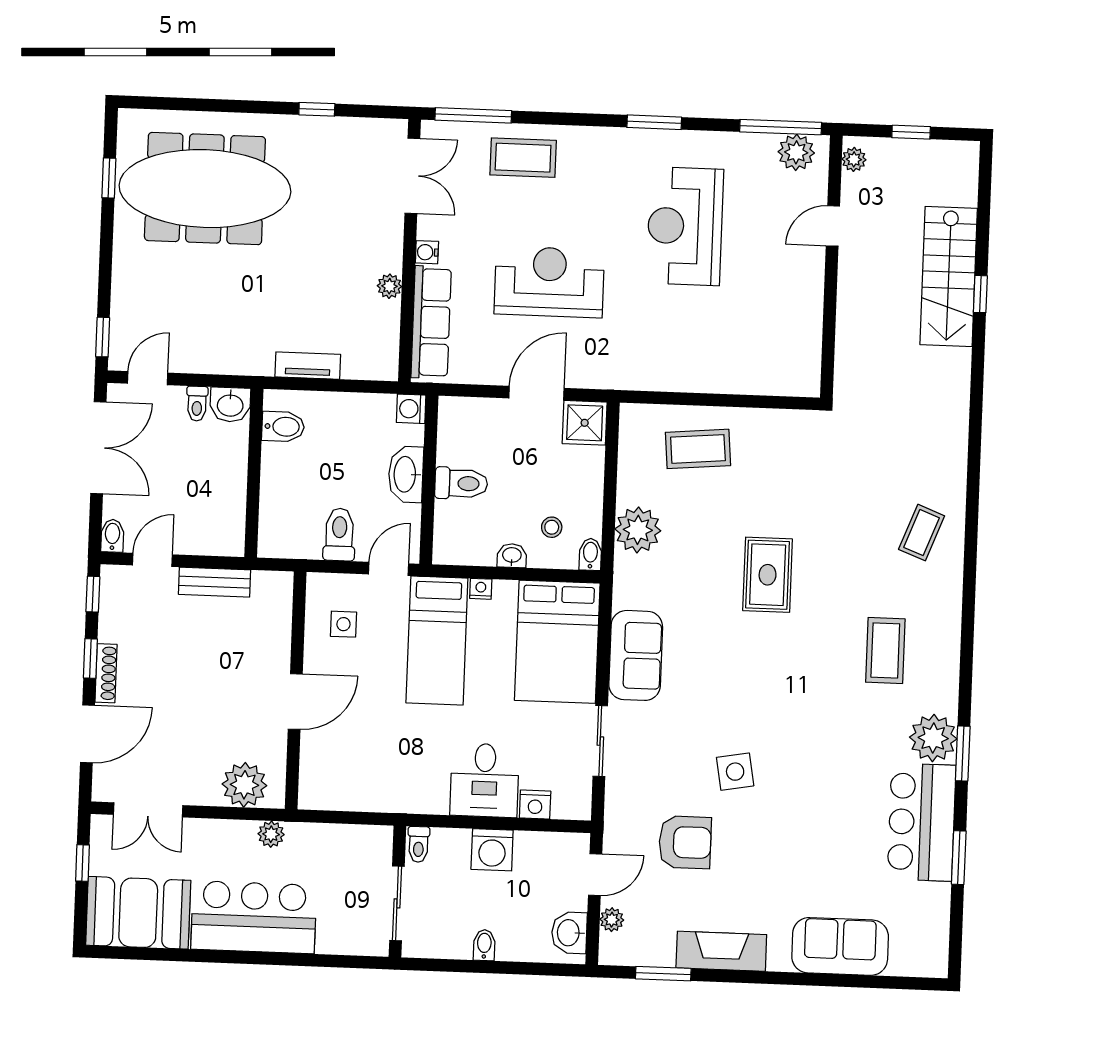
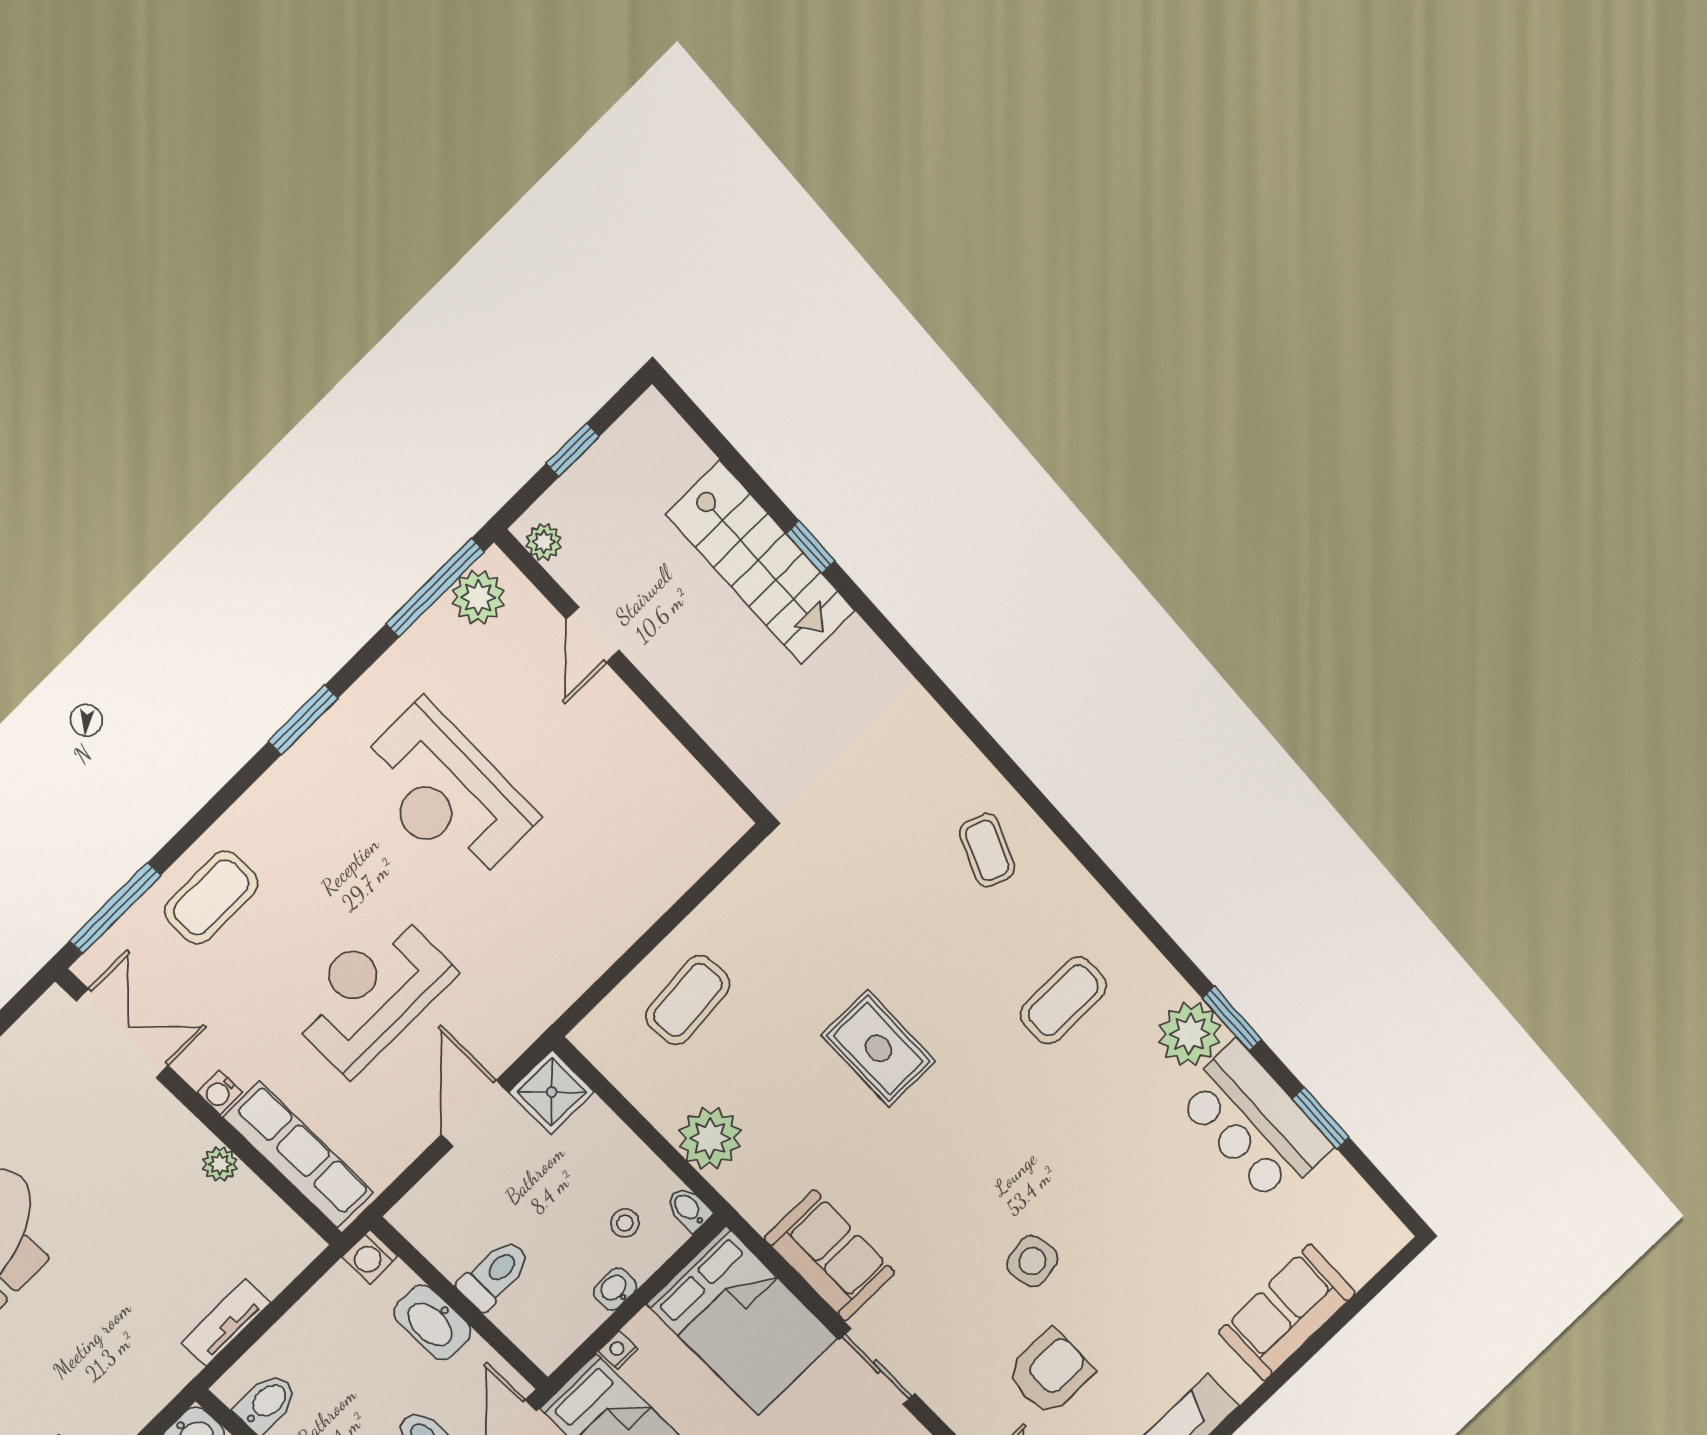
coffee table: (885, 650) -> (1063, 1000), turned 90

